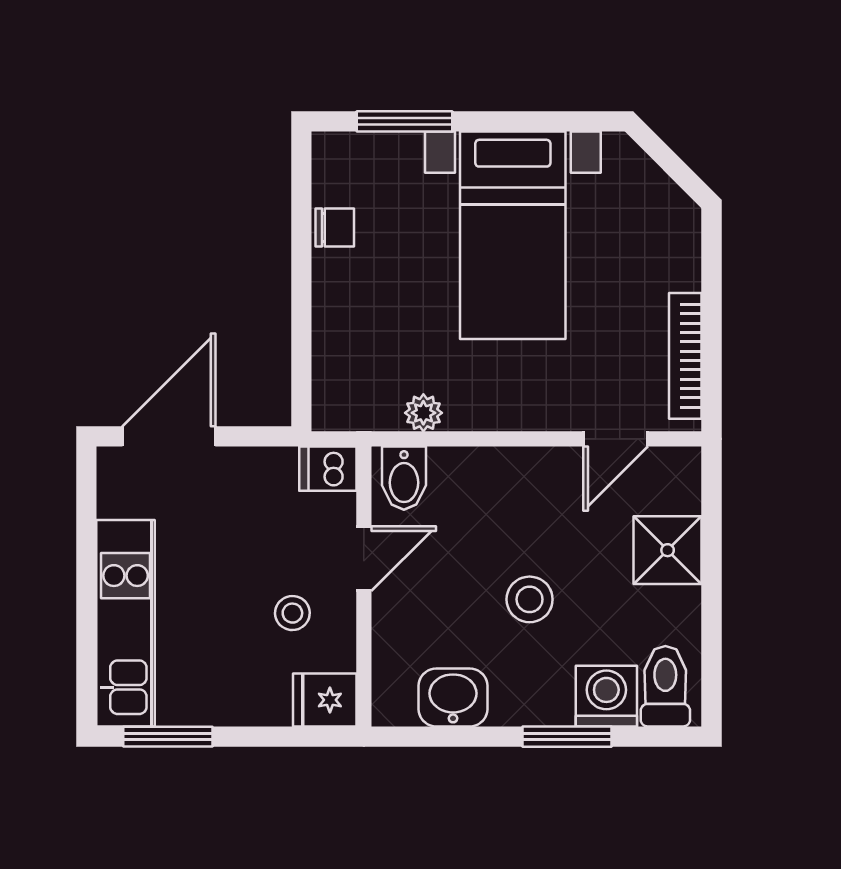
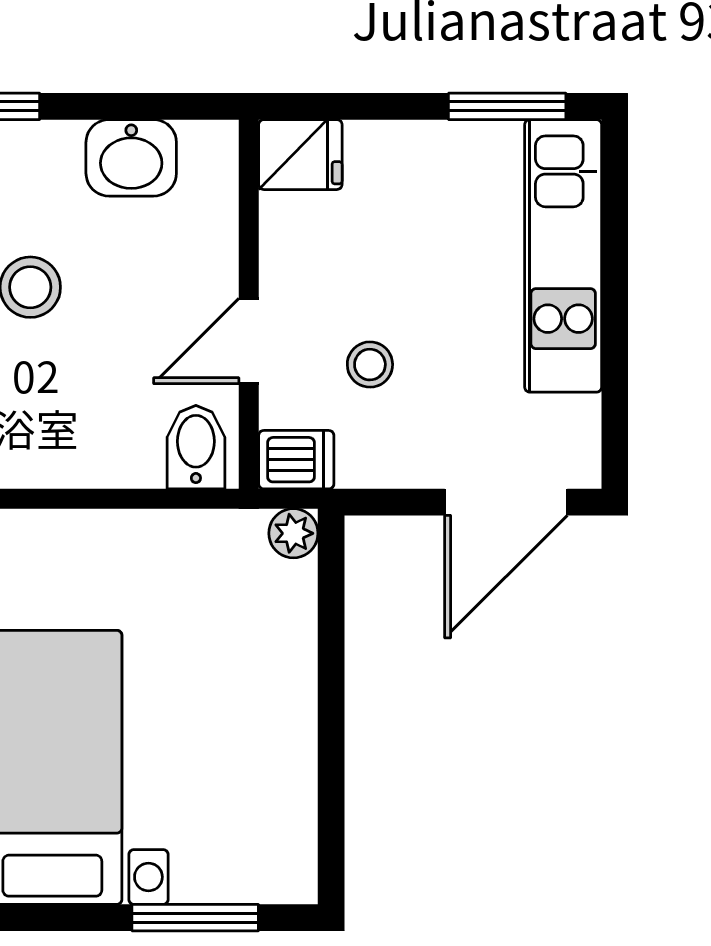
chair: (335, 228) -> (287, 778), removed
plant: (423, 413) -> (293, 533), moved
stool: (292, 613) -> (370, 365), moved

